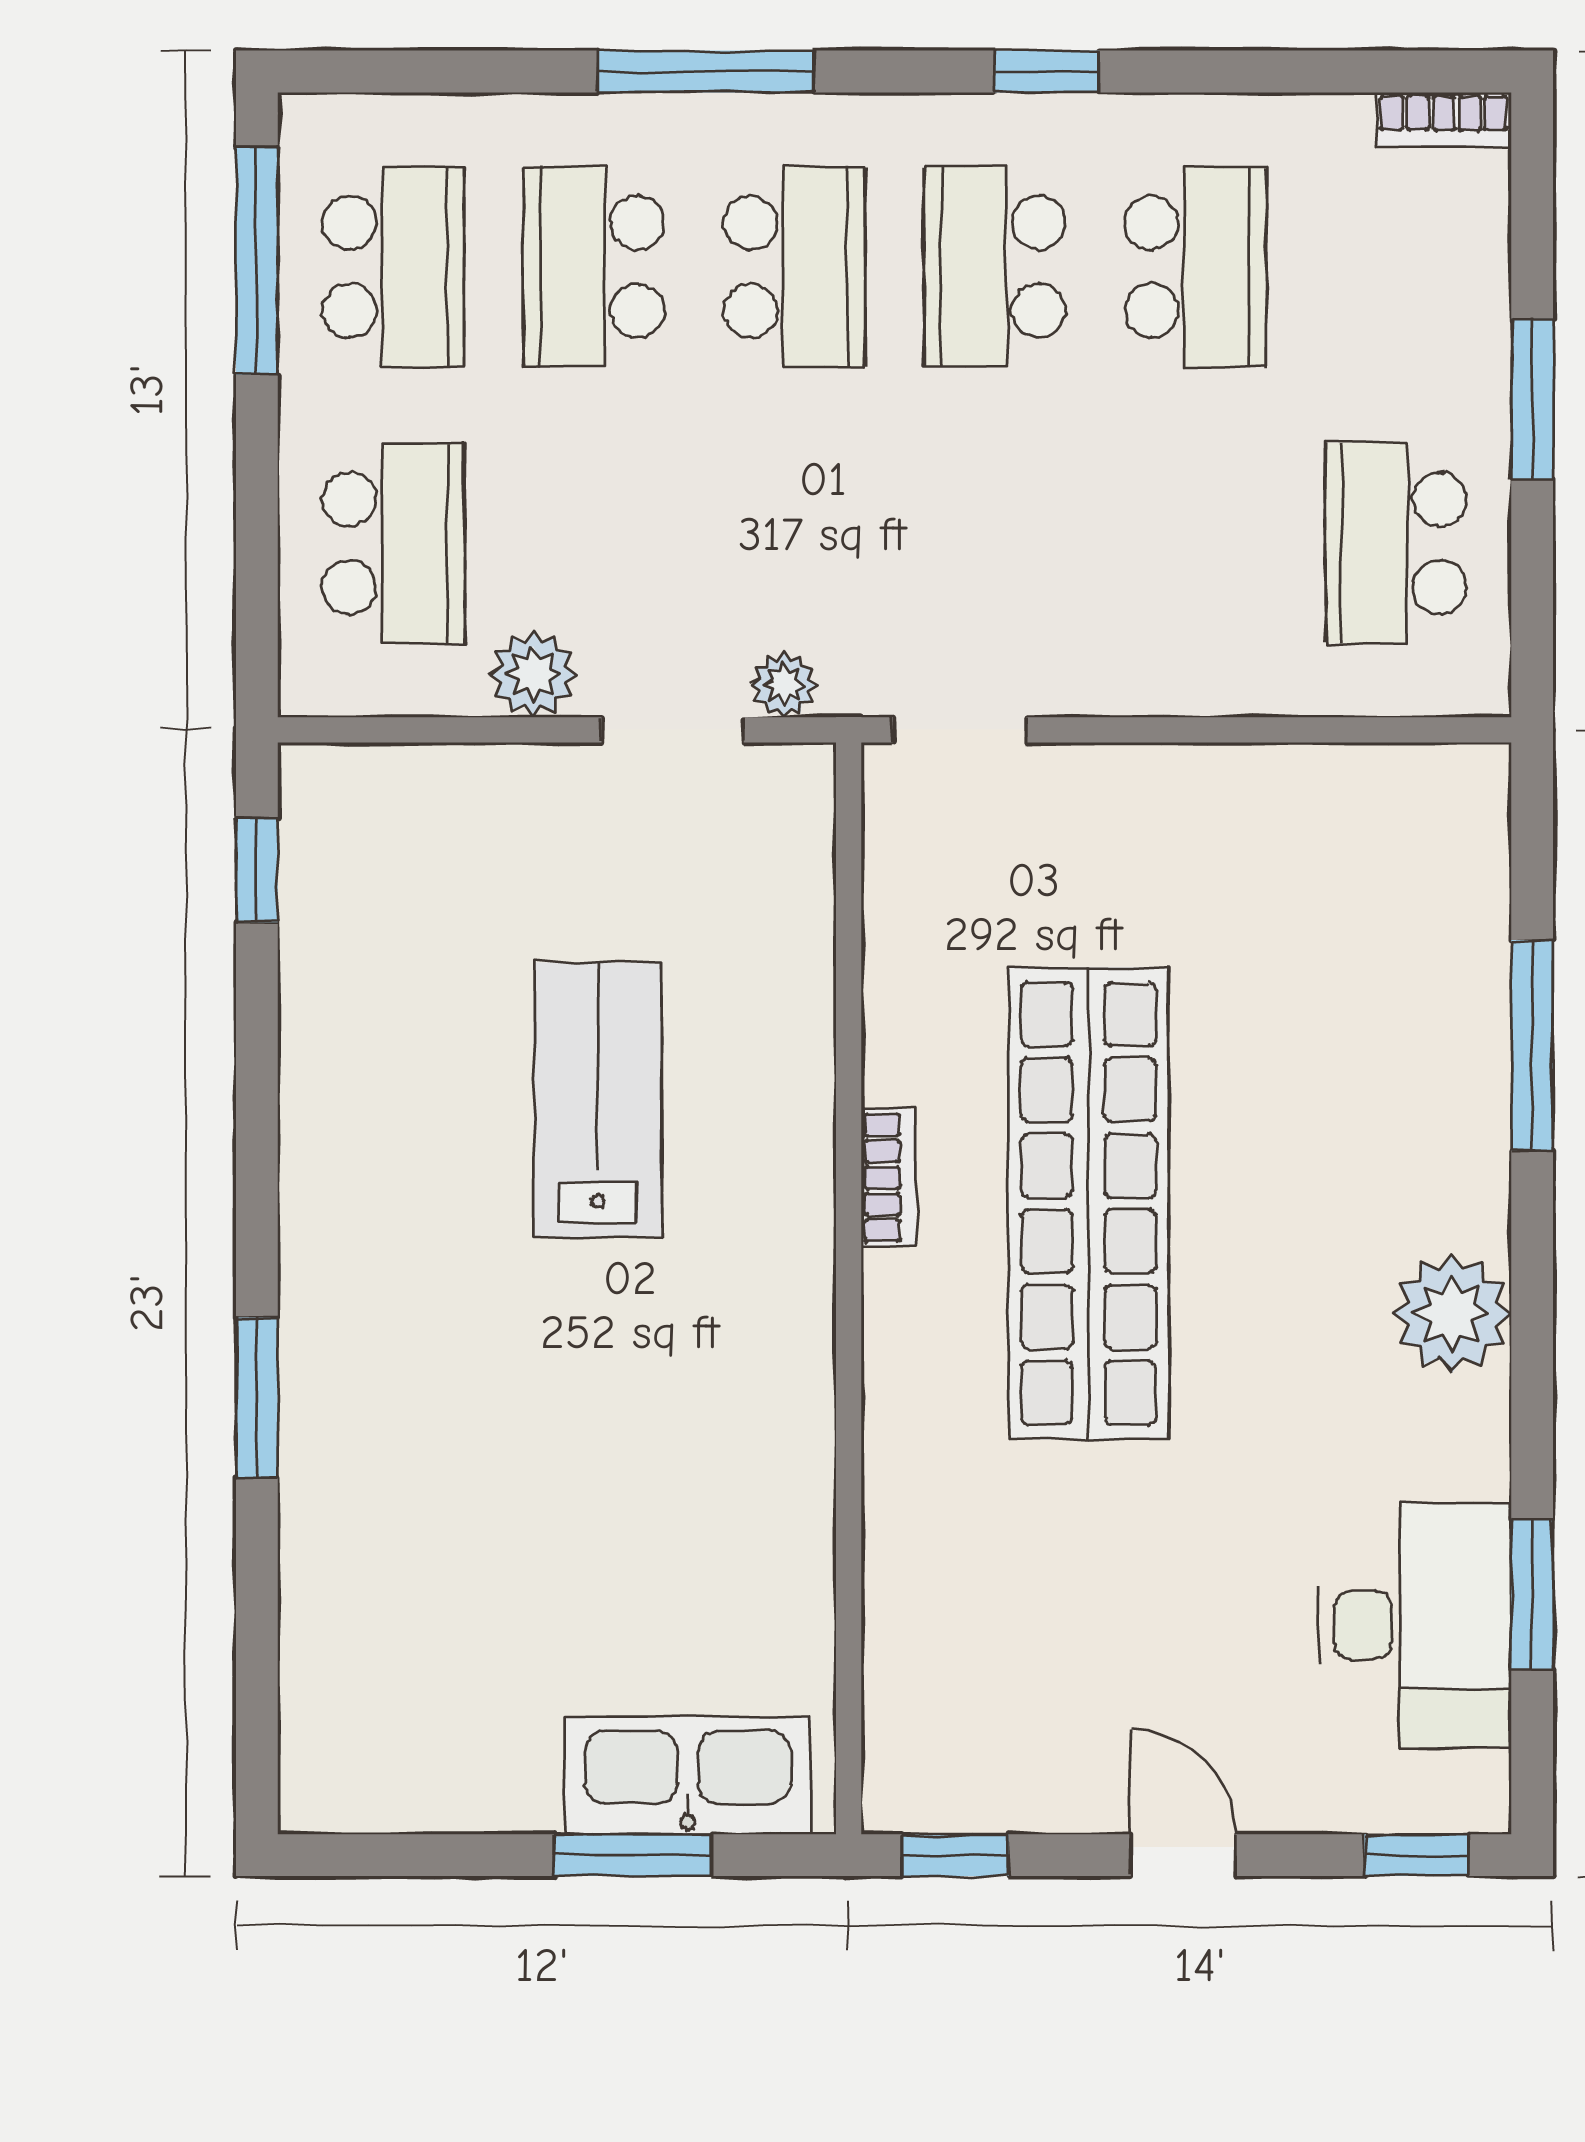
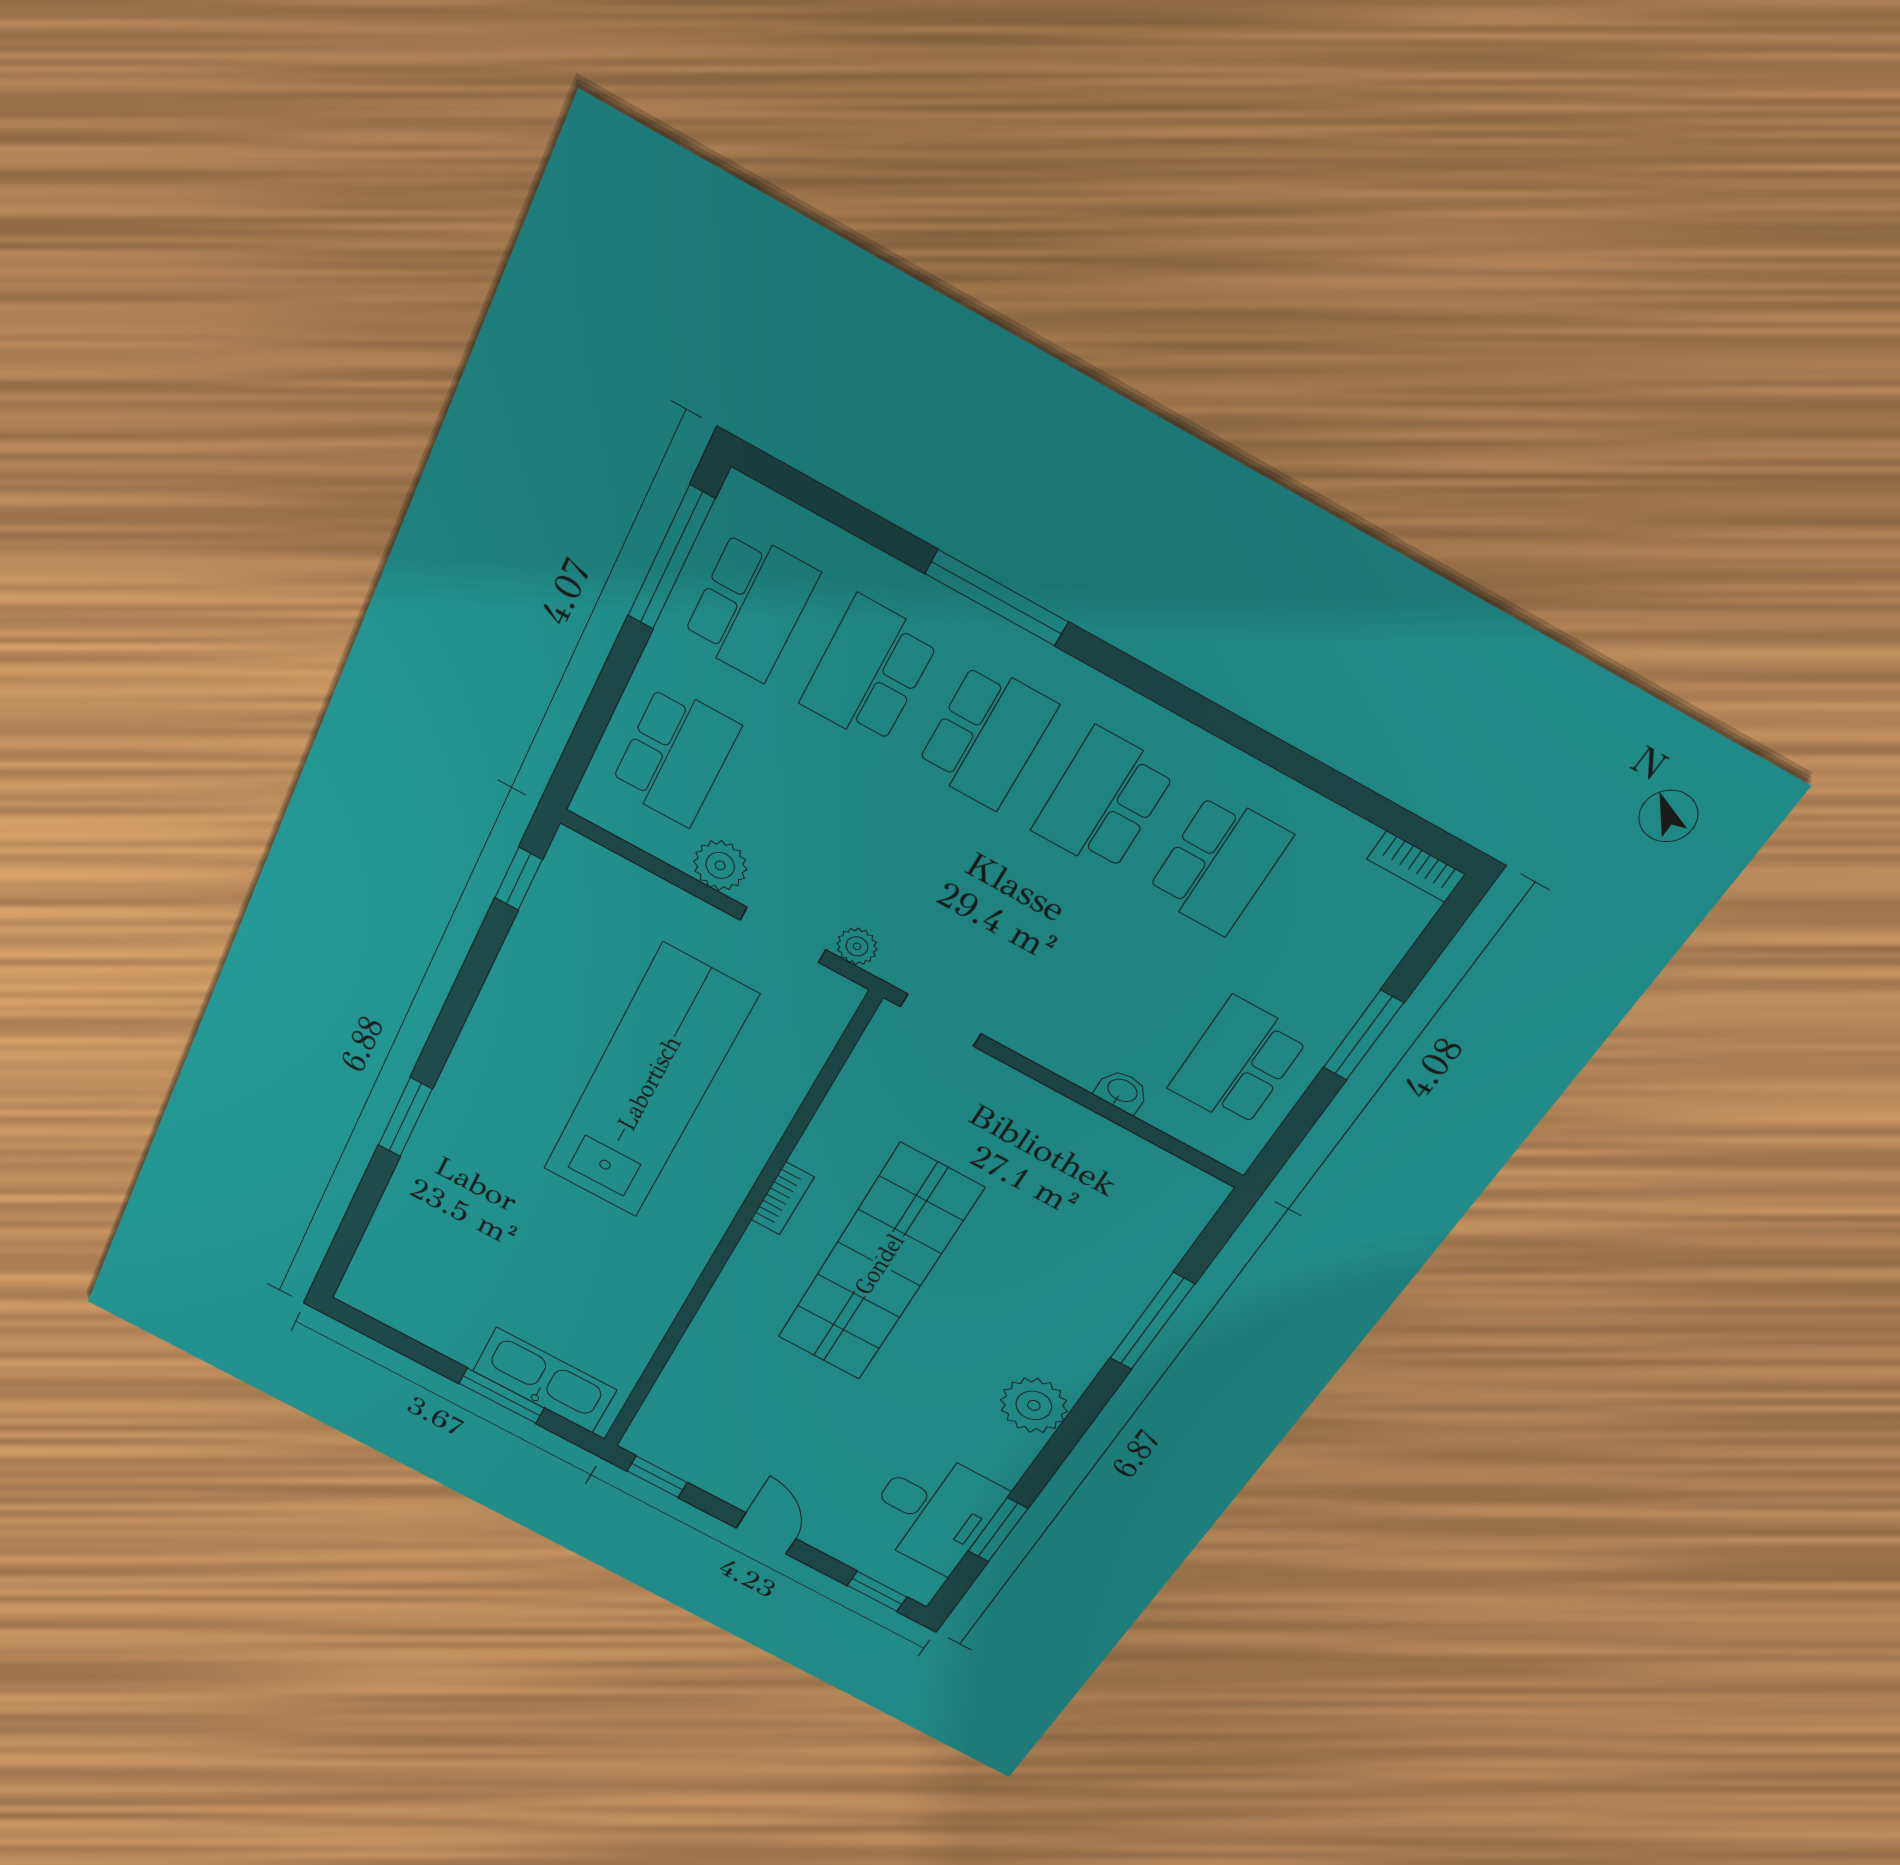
window: (1047, 72) -> (1200, 711), removed
washbasin: (1268, 687) -> (1122, 1091), added
lab bench: (598, 1100) -> (649, 1083), width x1.86, depth x1.39

